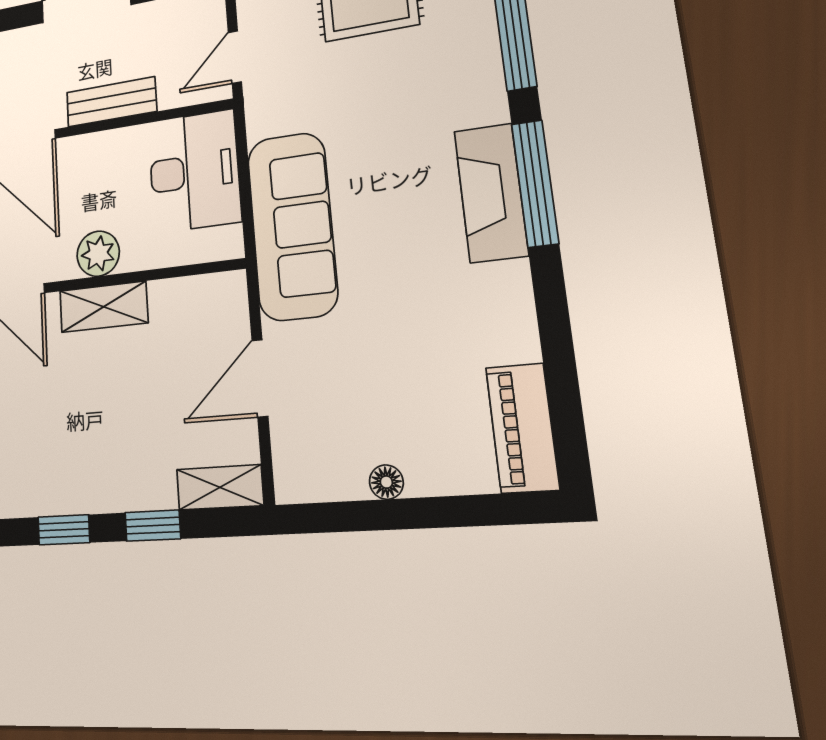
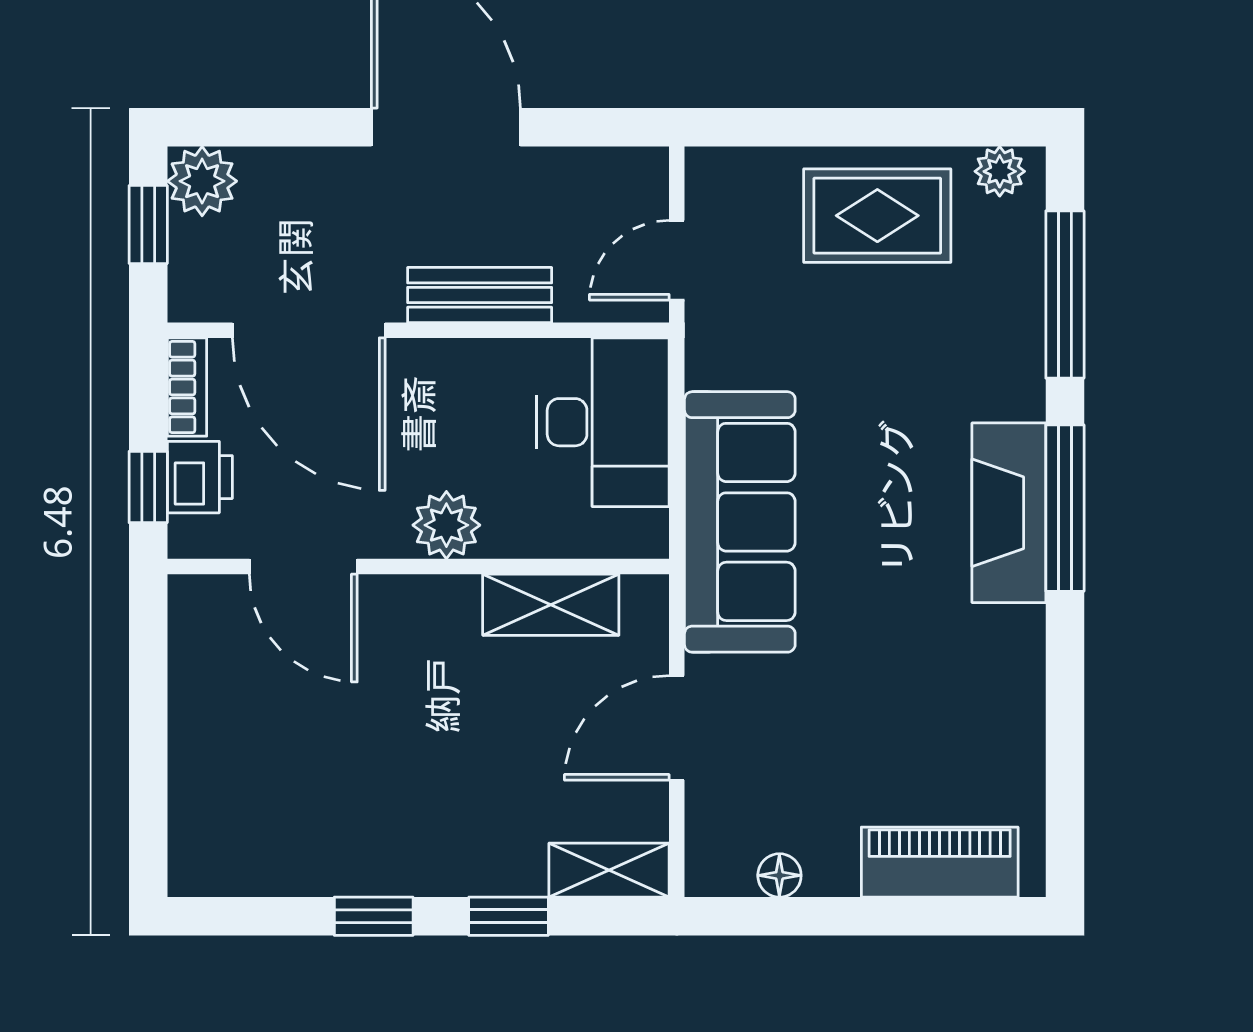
shelving: (103, 307) -> (551, 605), moved
piano: (522, 428) -> (940, 862), moved, turned 90
floor lamp: (386, 482) -> (779, 875), moved

